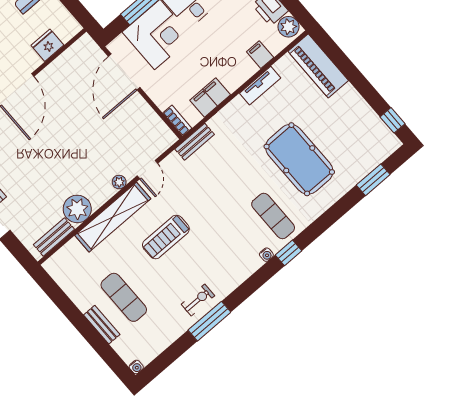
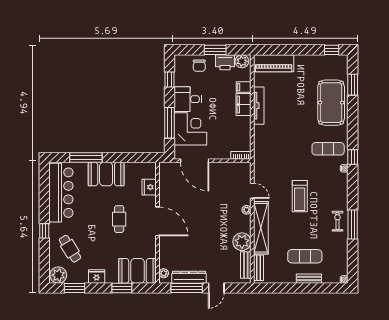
tv unit: (260, 86) -> (259, 106), width x1.41
filing cabinet: (210, 97) -> (243, 105), moved
bench: (195, 142) -> (259, 268), moved
pool table: (299, 159) -> (331, 103), moved, turned 90
treadmill: (166, 237) -> (300, 196), moved

